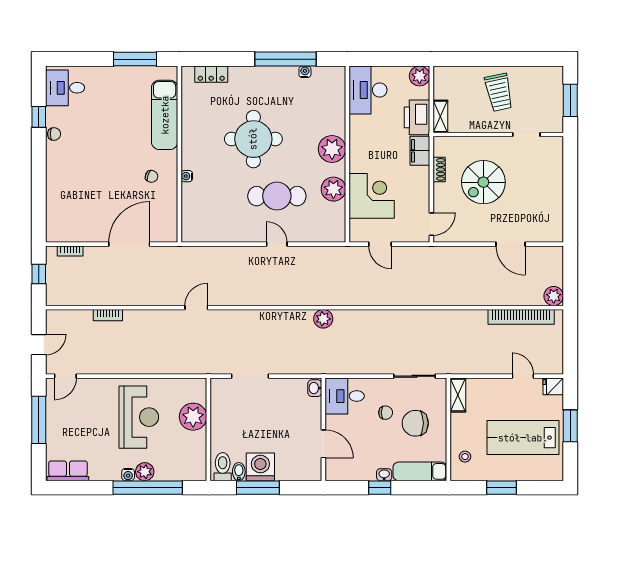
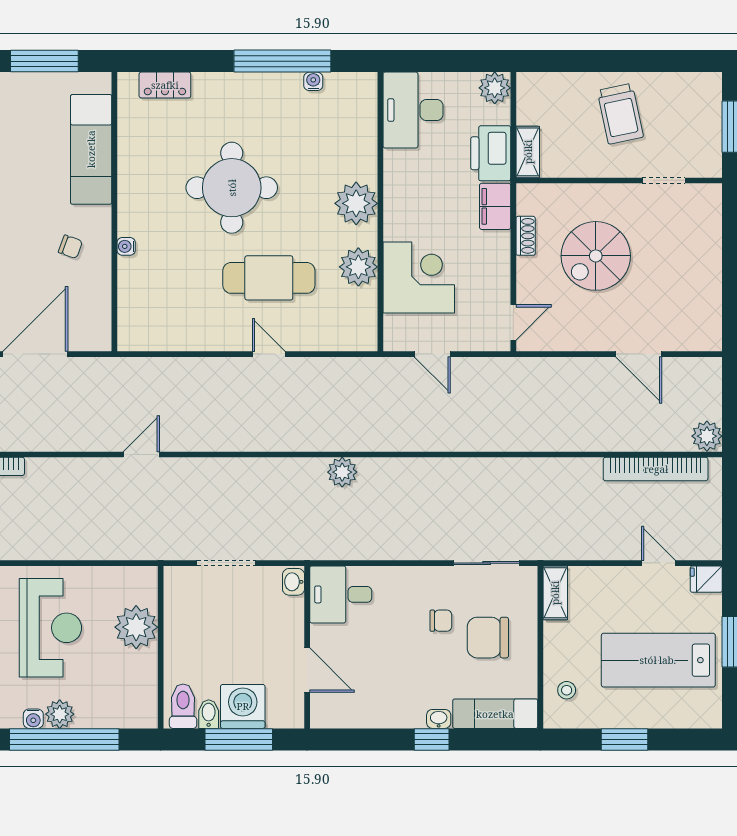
washbasin: (315, 388) -> (293, 582), moved
desk: (345, 396) -> (341, 594), moved
wall: (323, 429) -> (307, 647), moved
door: (323, 444) -> (307, 670), moved

